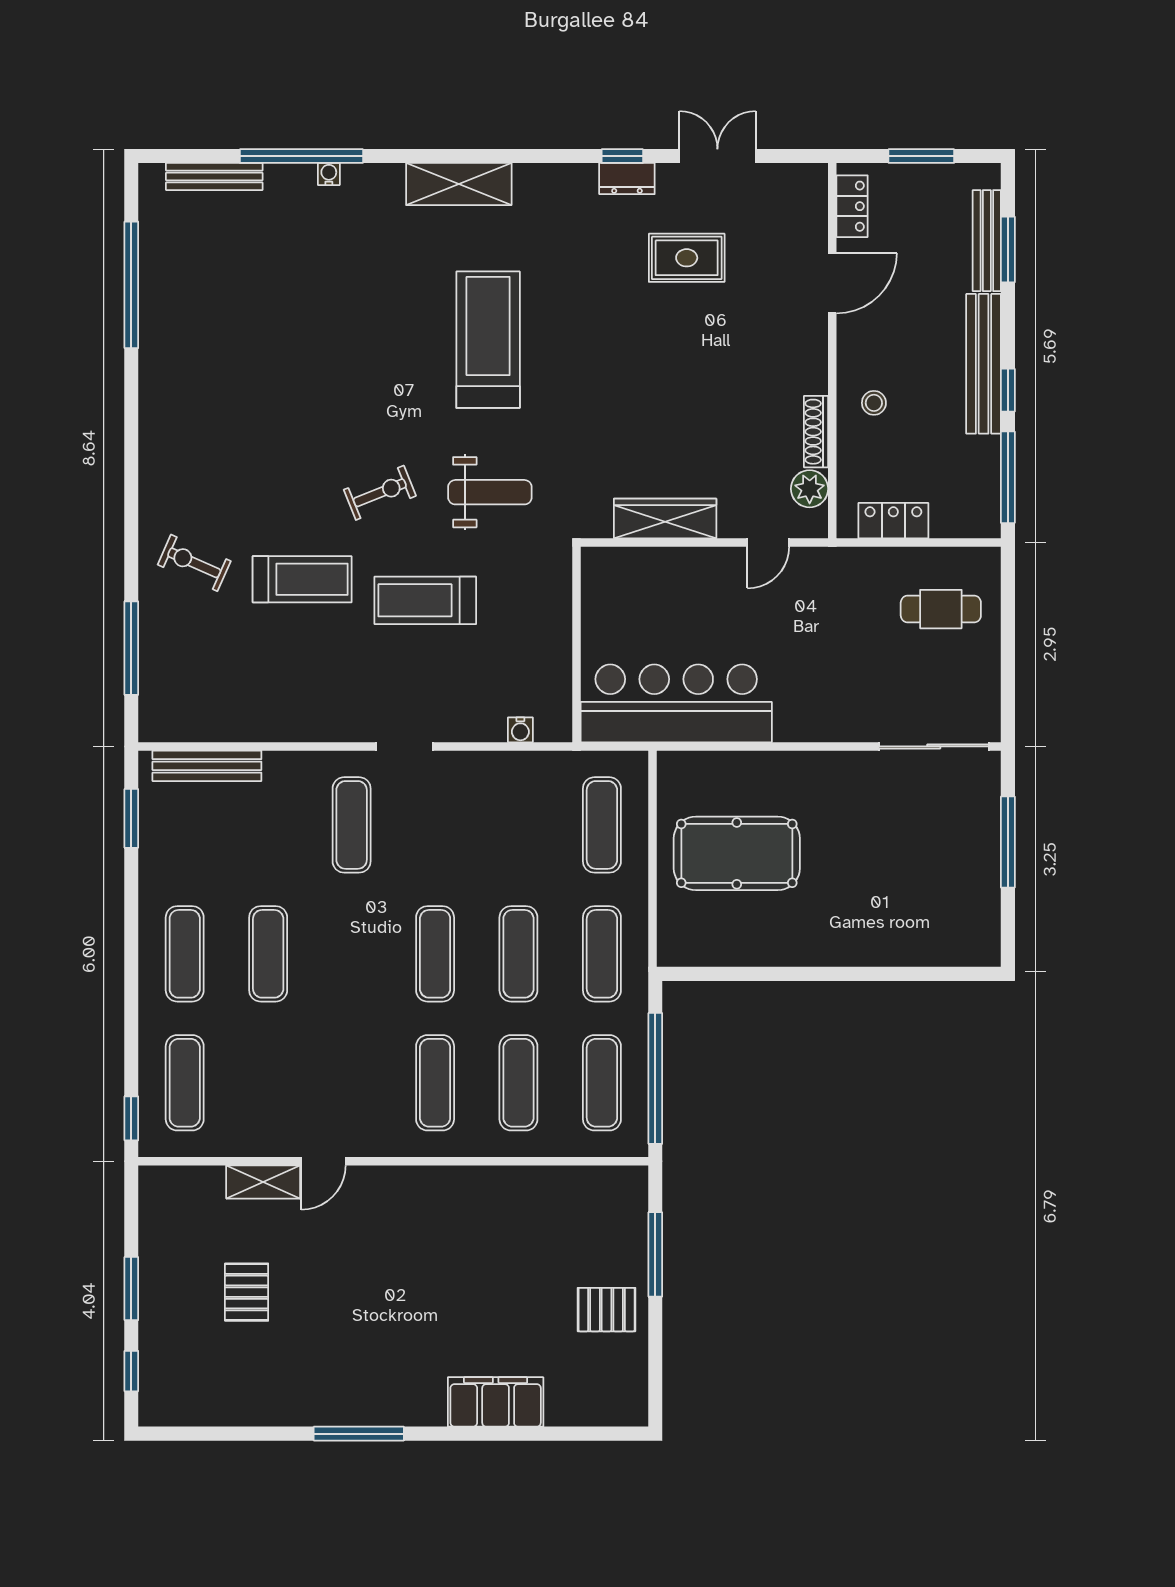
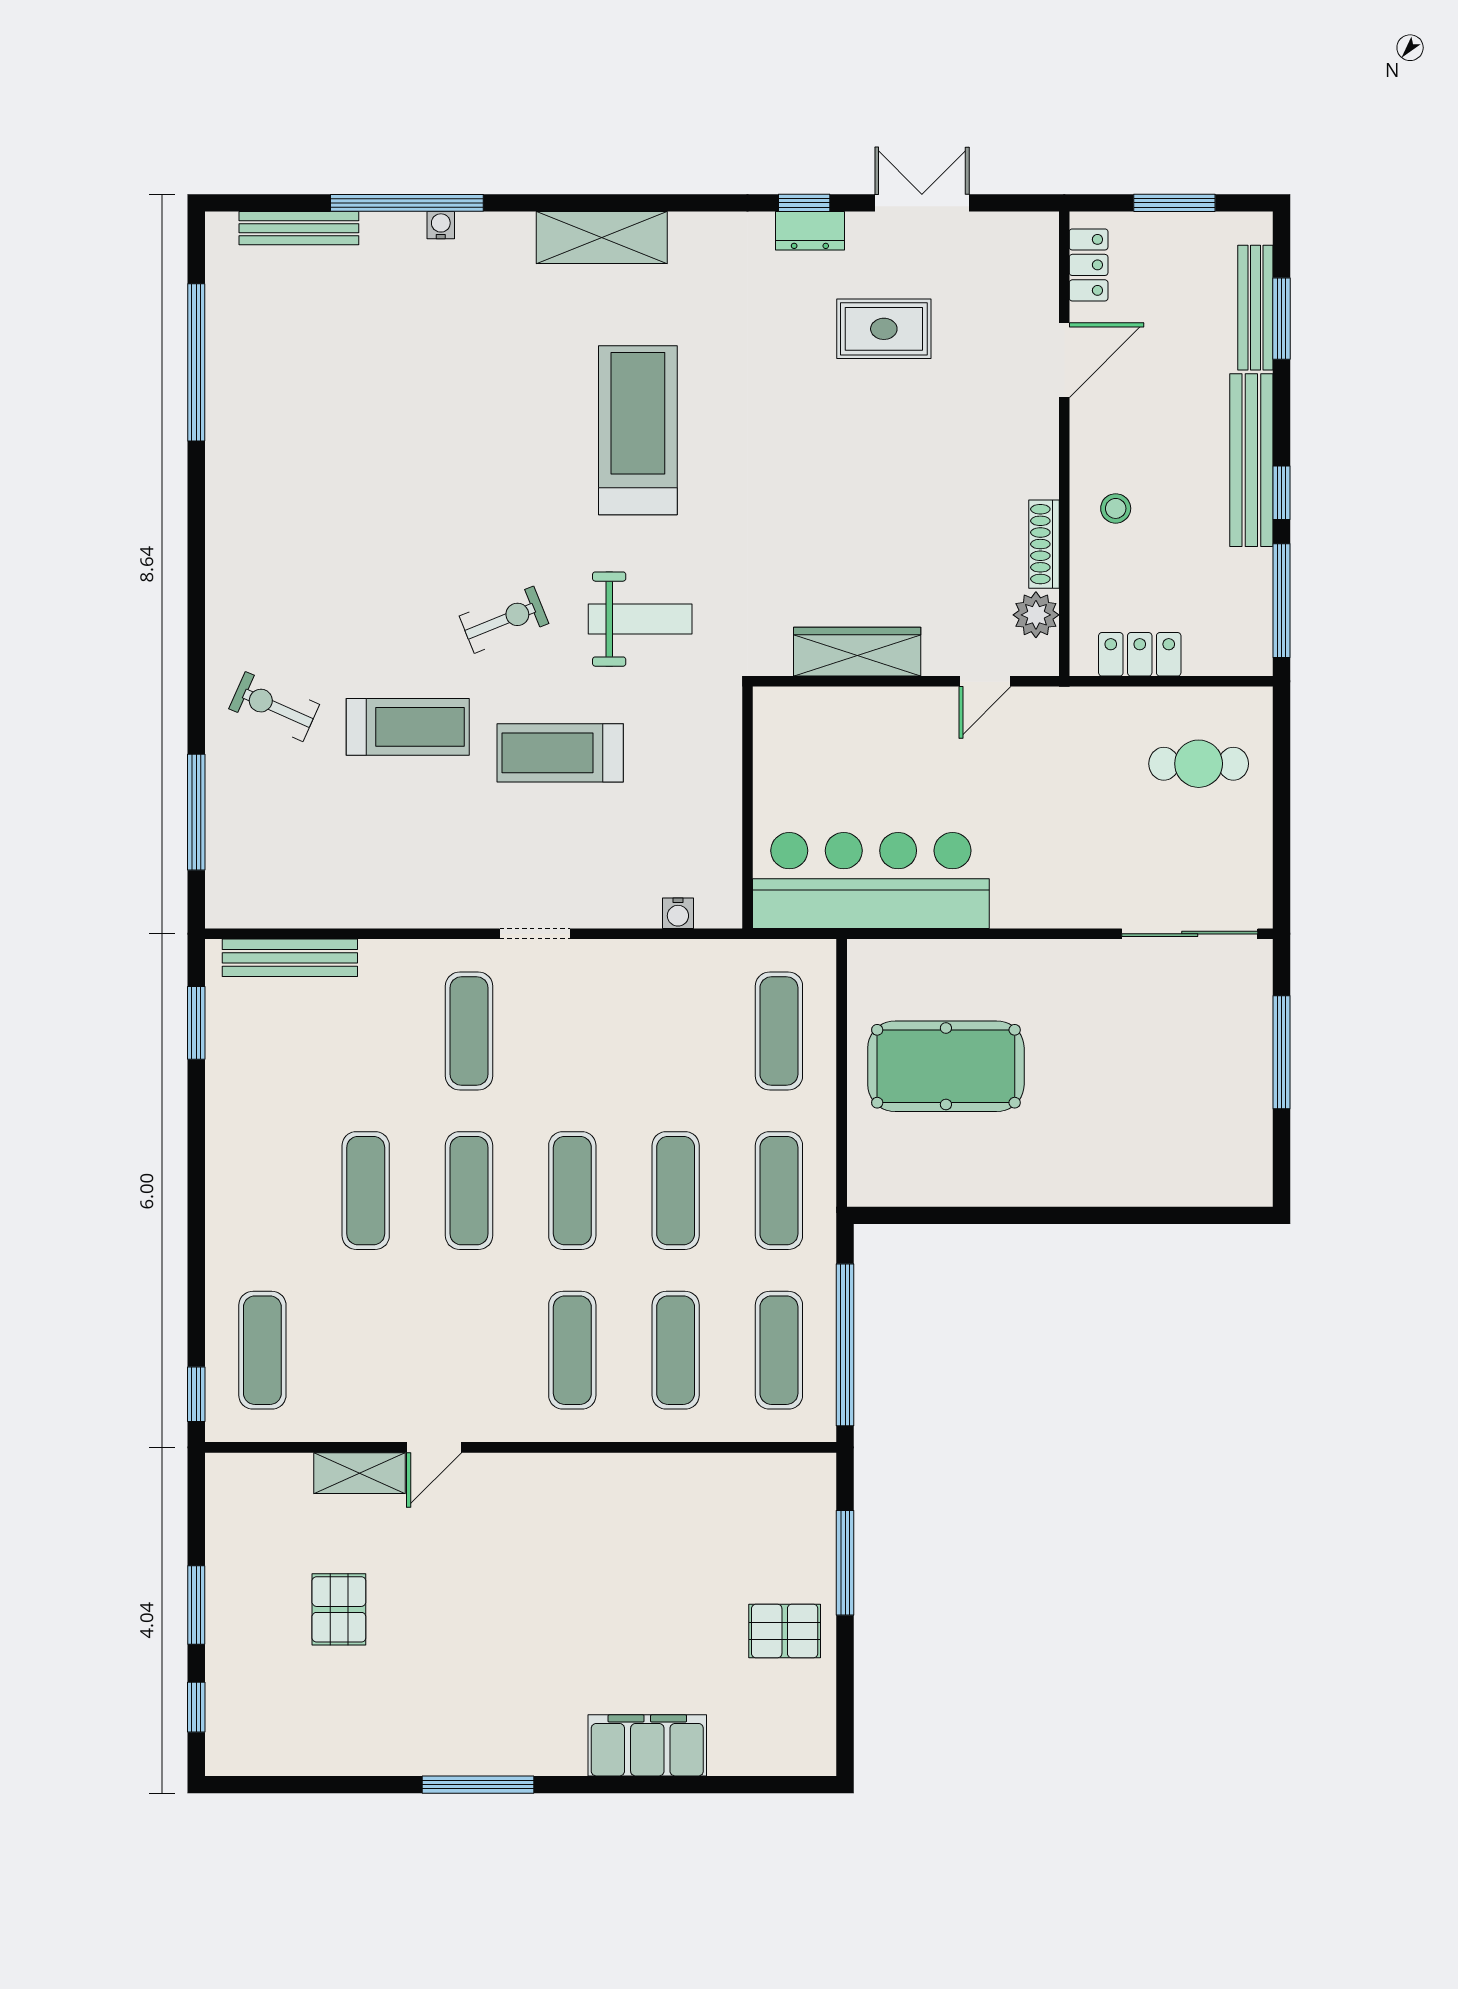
exercise mat: (185, 954) -> (469, 1191), moved

